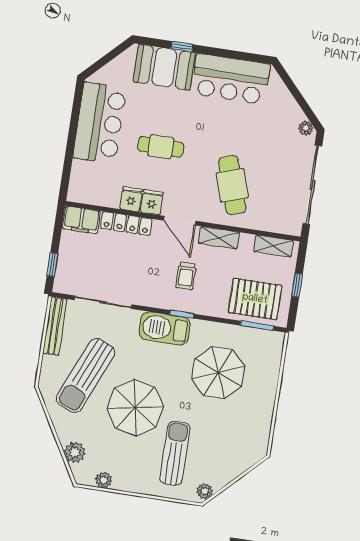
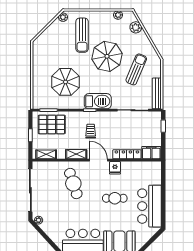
fridge: (131, 199) -> (126, 168), removed
sun lounger: (86, 376) -> (136, 69), width x0.73, depth x0.75

